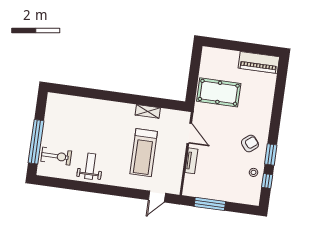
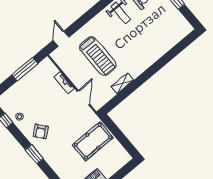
door: (189, 133) -> (83, 98), swing flipped
treadmill: (144, 153) -> (98, 56), turned 180
window: (271, 154) -> (34, 154), moved

